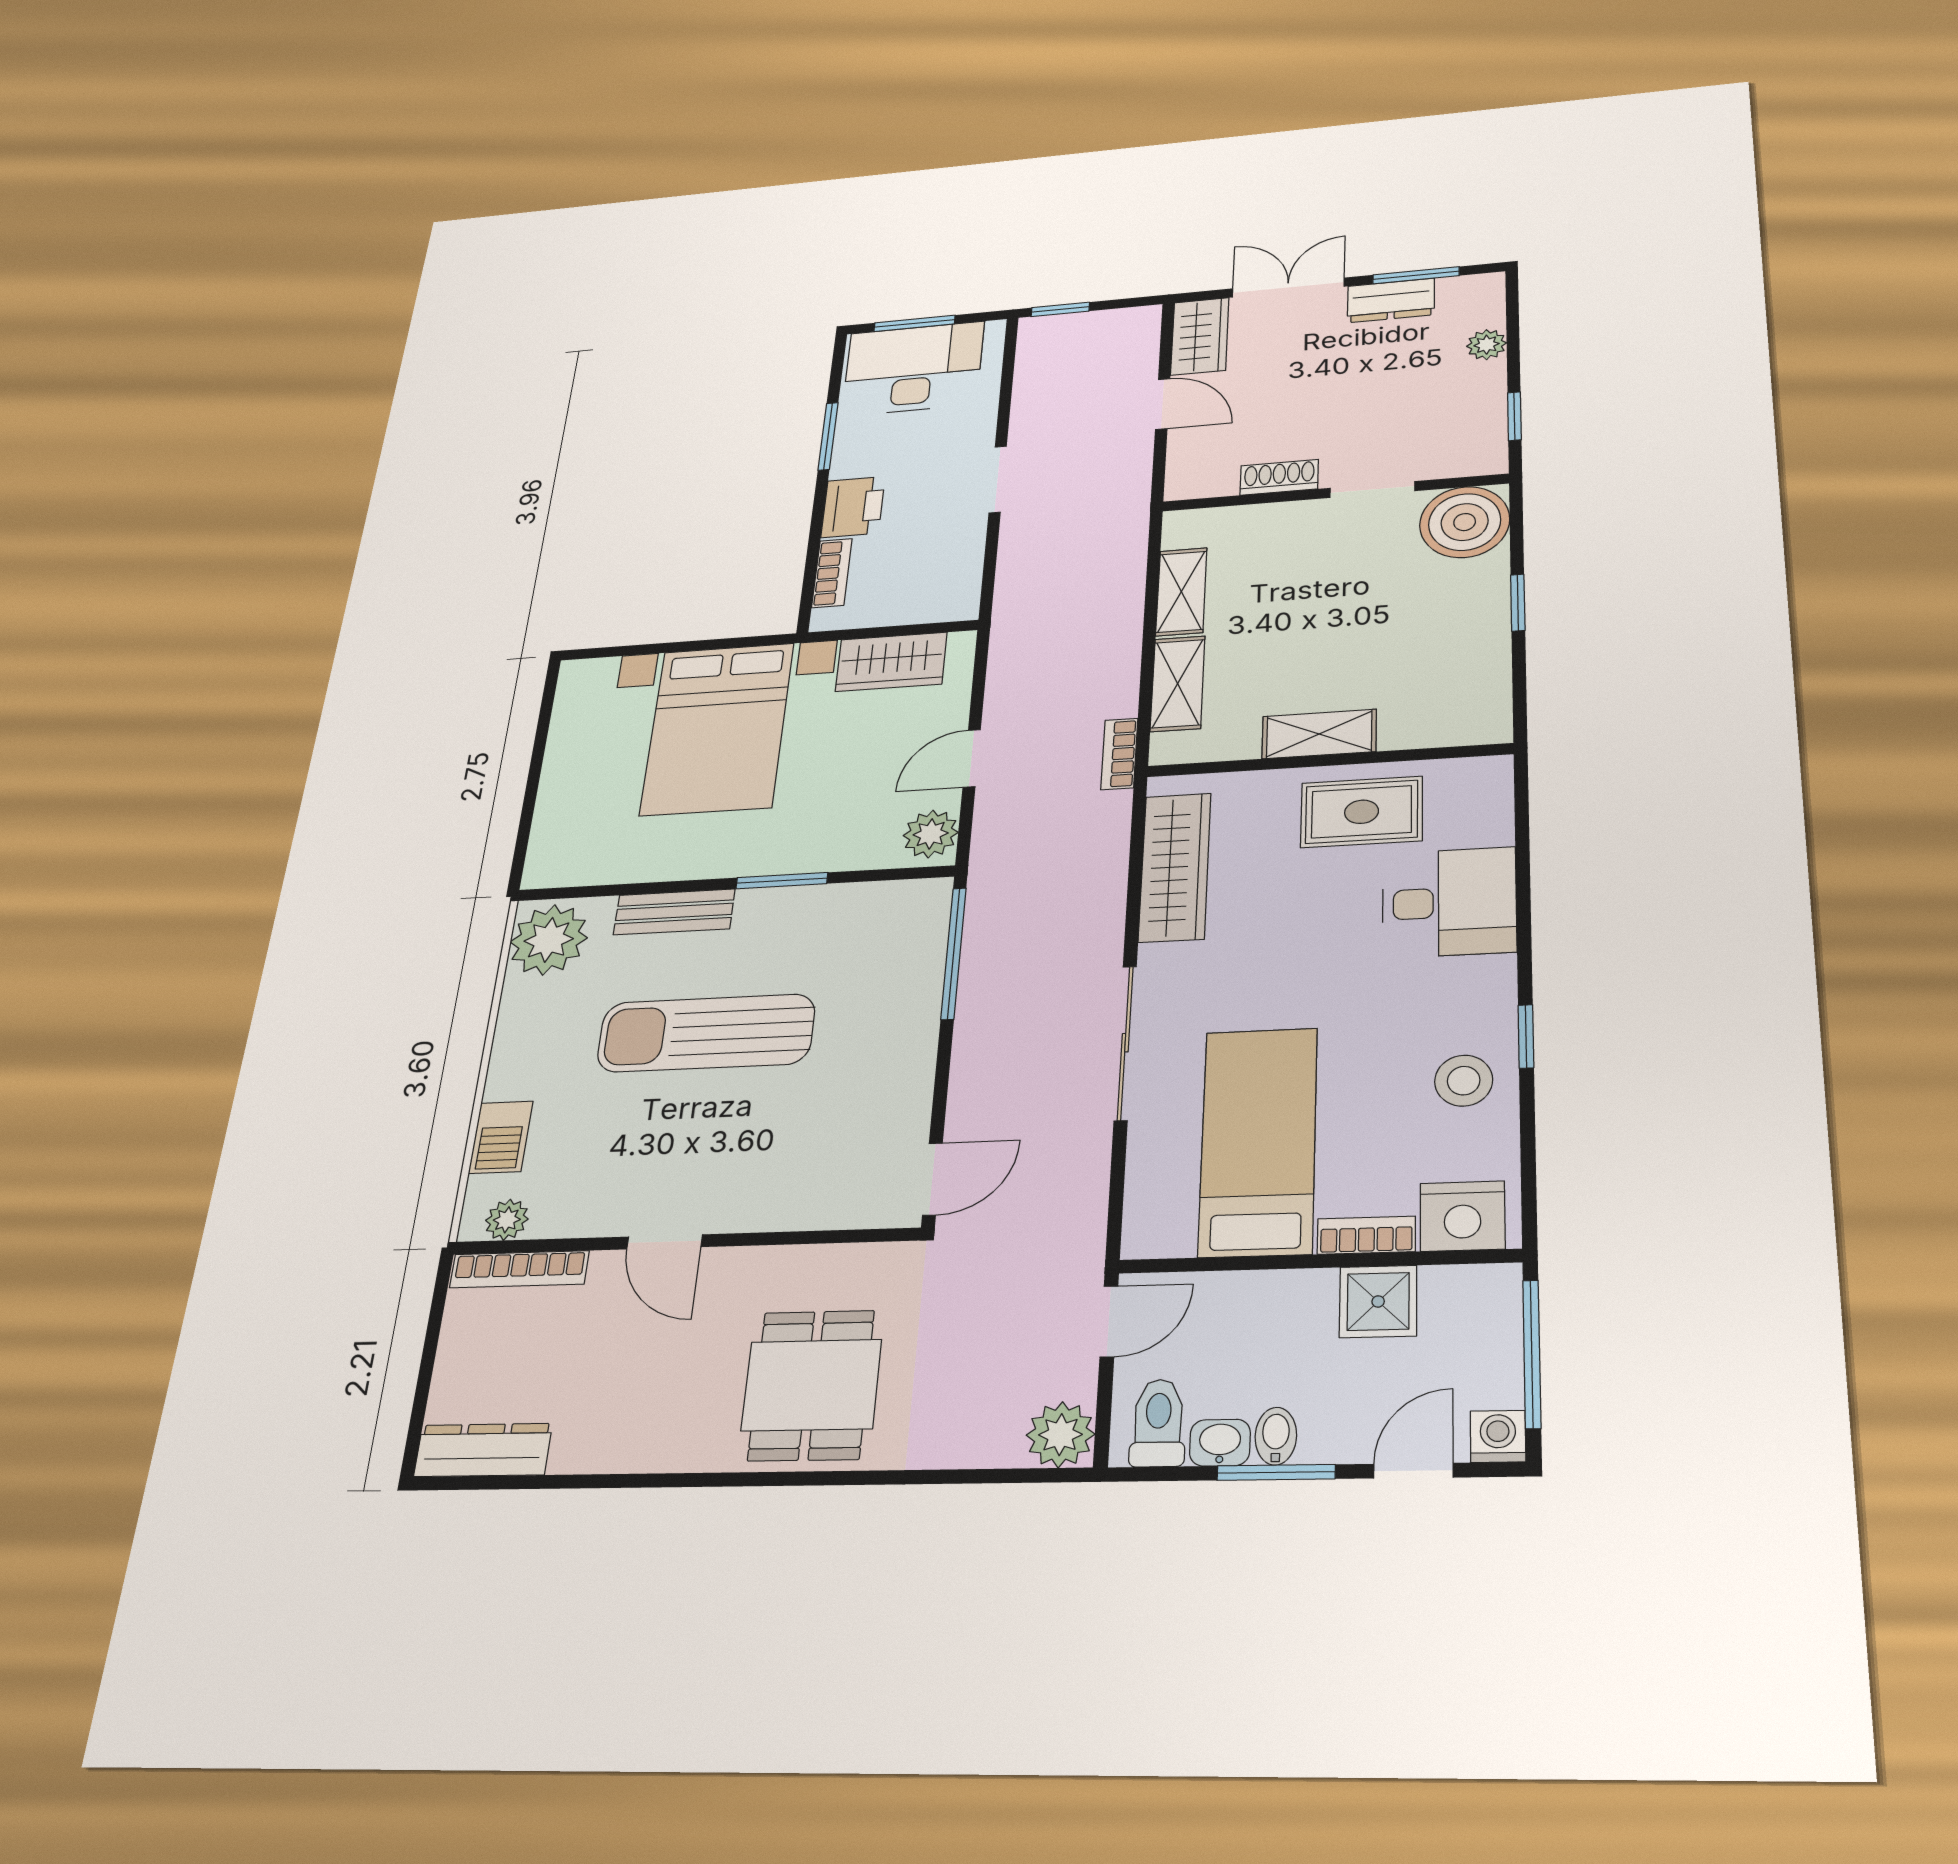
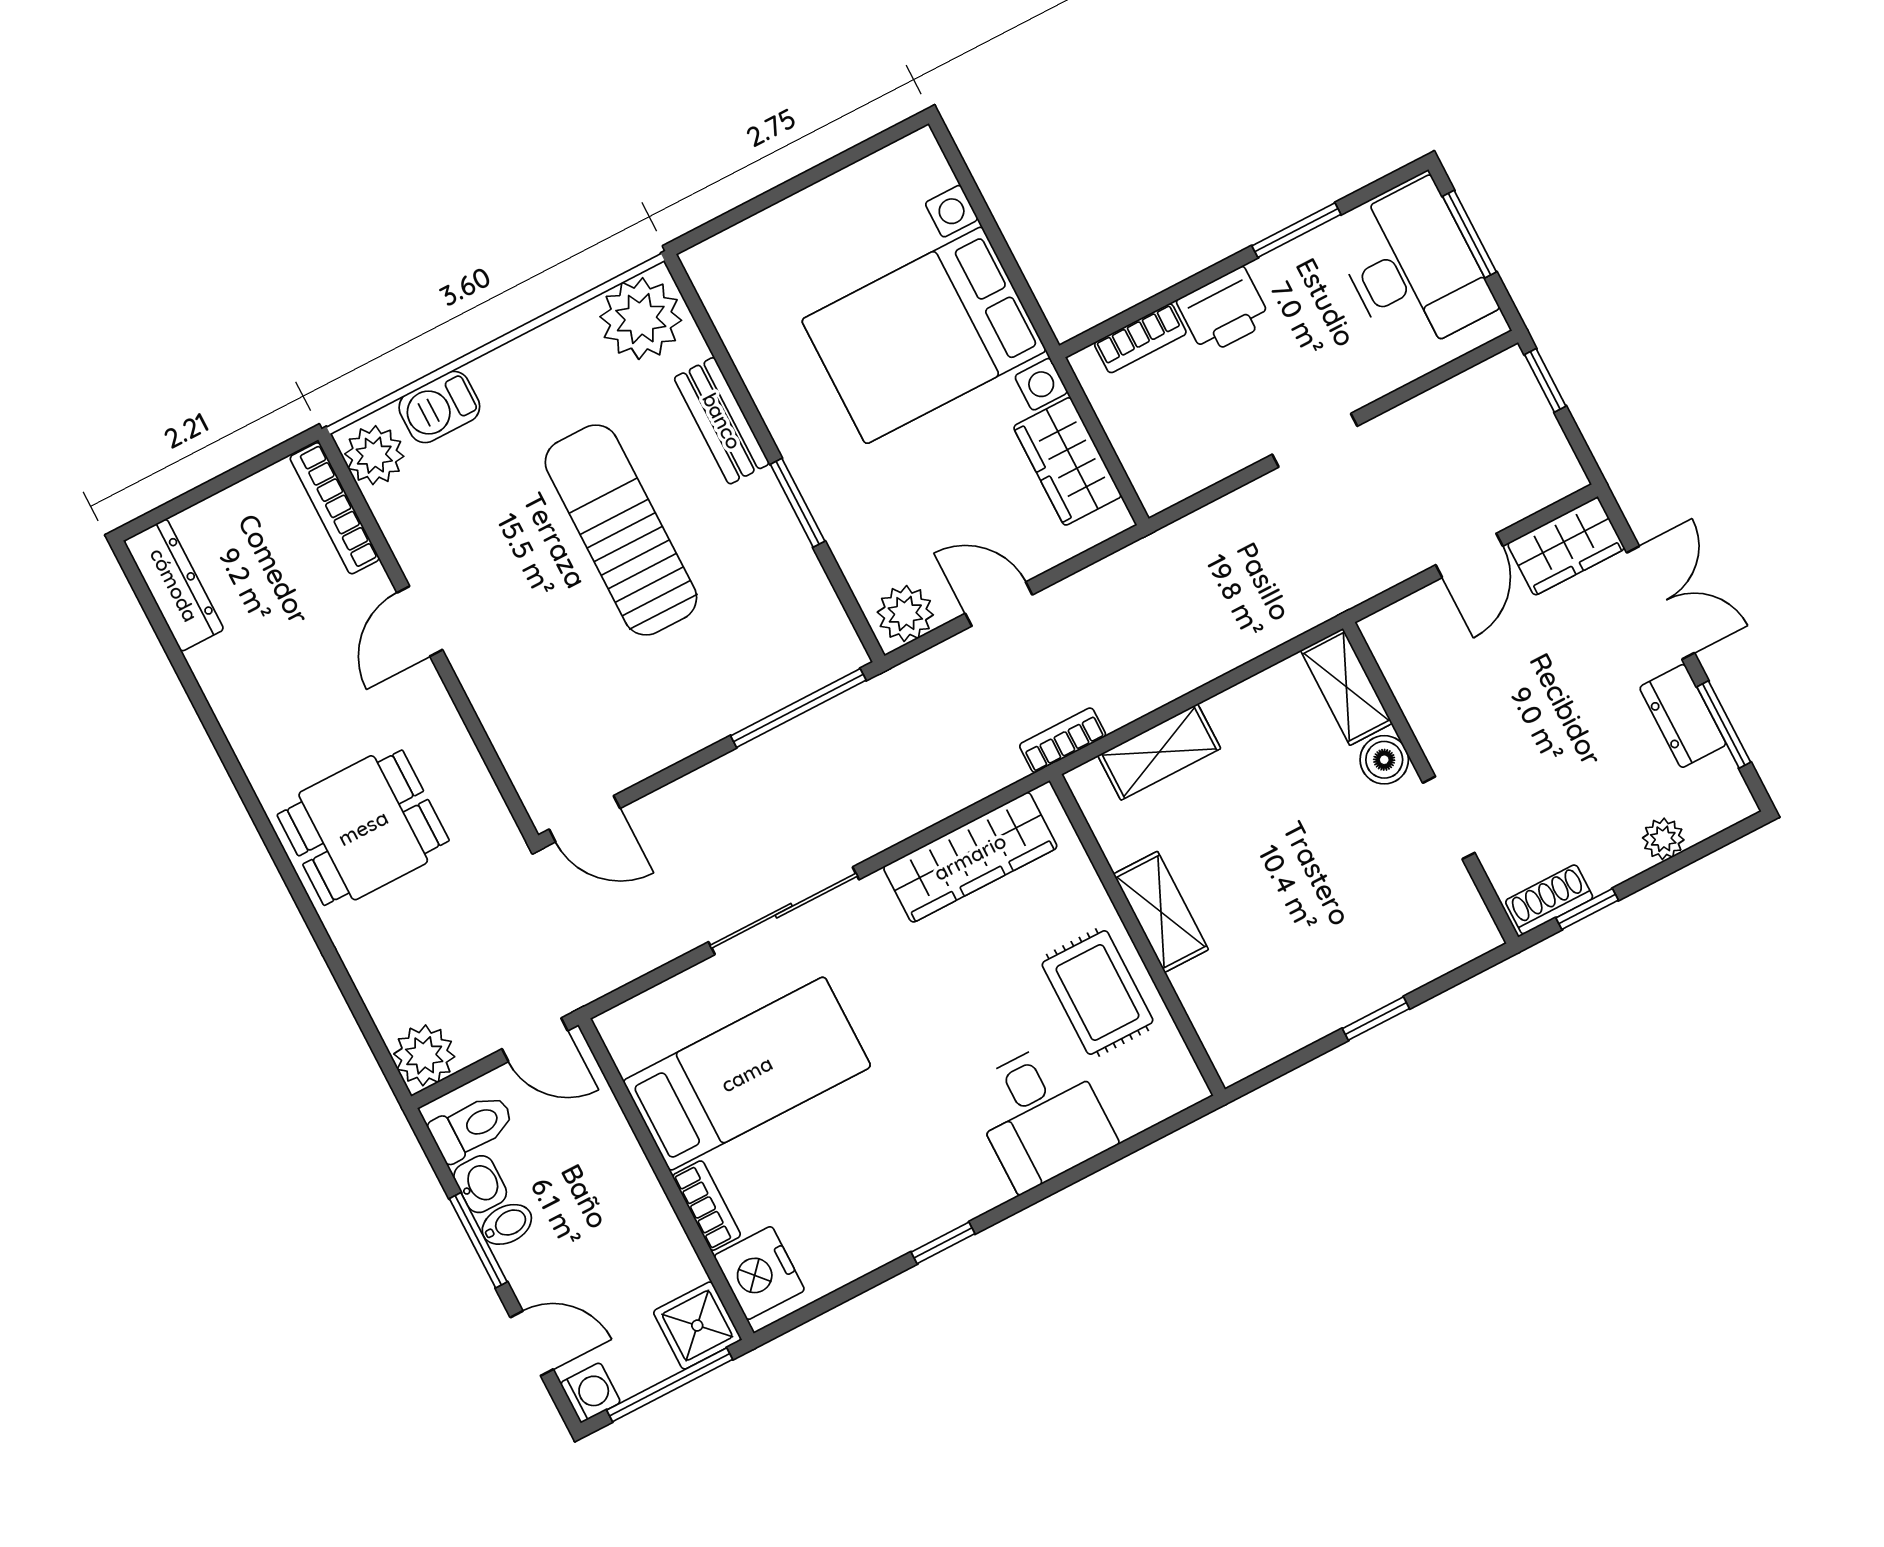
shoe rack: (1279, 477) -> (1549, 899), moved, turned -90
boiler: (1465, 522) -> (1384, 760), moved, width x0.54, depth x0.54
shelving: (1181, 592) -> (1346, 687), moved, turned 90
stool: (1464, 1081) -> (879, 1213), removed
plant: (507, 1220) -> (374, 455), width x1.38, depth x1.38
shower: (1378, 1301) -> (697, 1325), moved

